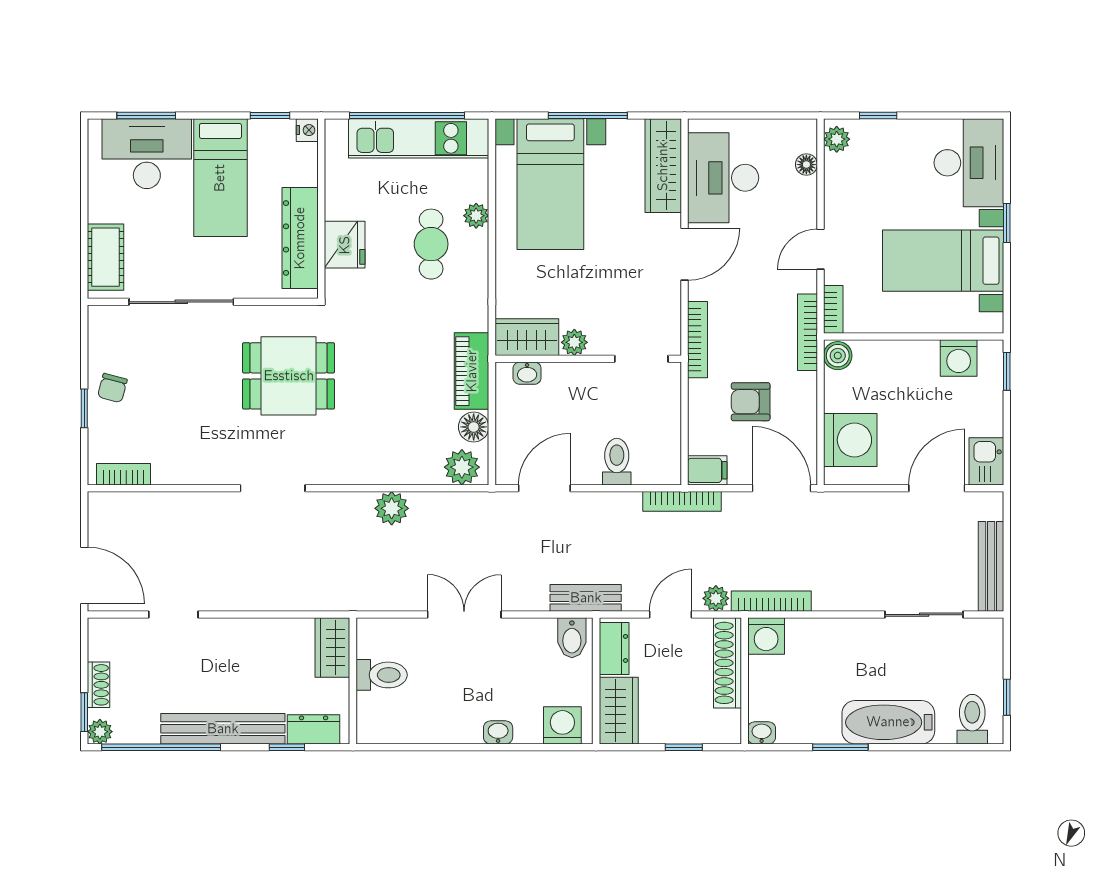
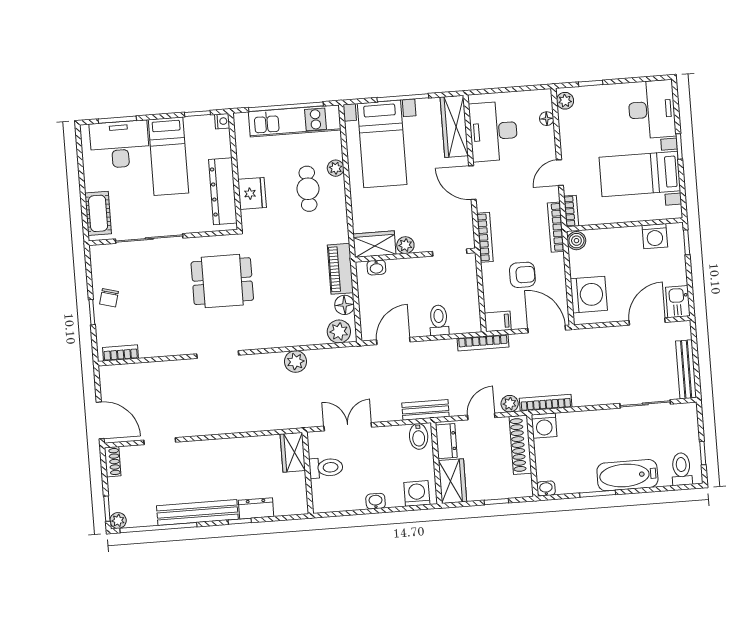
door: (685, 254) -> (472, 183), swing flipped
armchair: (751, 402) -> (522, 275), turned 180
wardrobe: (332, 647) -> (293, 452), moved
toilet: (382, 675) -> (326, 468), moved
wall: (353, 681) -> (308, 473), moved
shoe rack: (99, 685) -> (113, 462), moved

